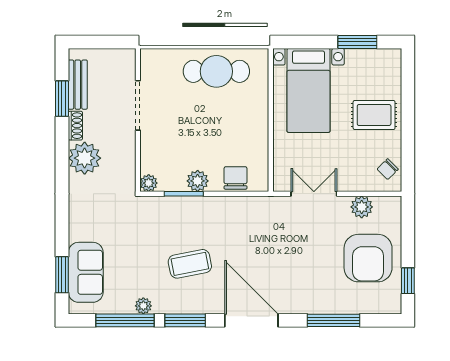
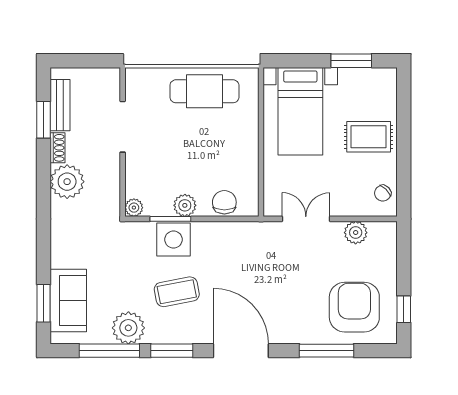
side table: (187, 214) -> (173, 240), added
armchair: (368, 258) -> (354, 307), moved, turned 180
plant: (143, 306) -> (128, 328), width x1.87, depth x1.87

